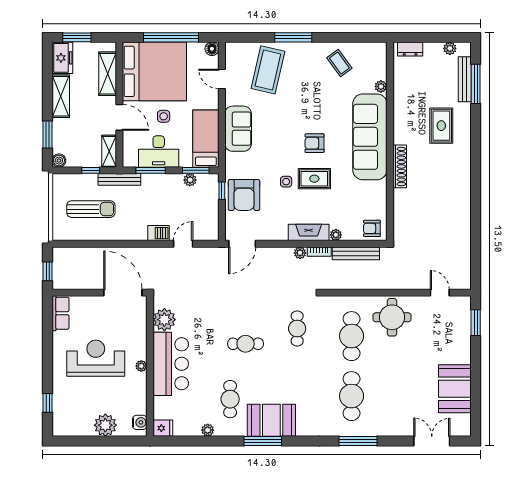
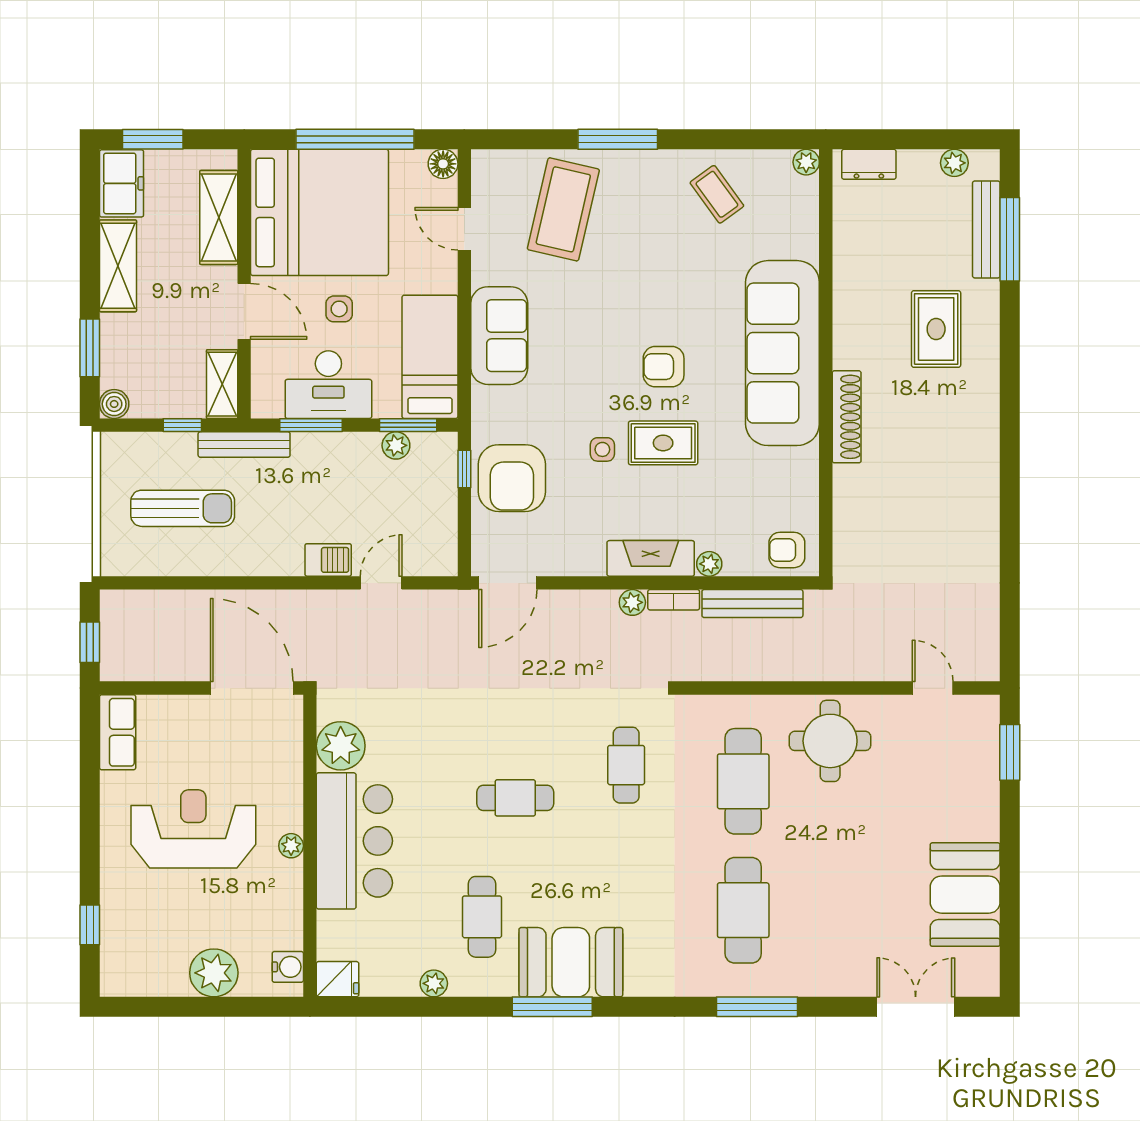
plant: (381, 86) -> (806, 162), moved

